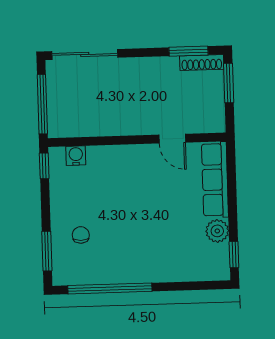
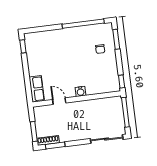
water cooler: (76, 156) -> (80, 91), moved
row of seats: (215, 180) -> (37, 89), width x0.68
plant: (217, 231) -> (32, 57), removed

